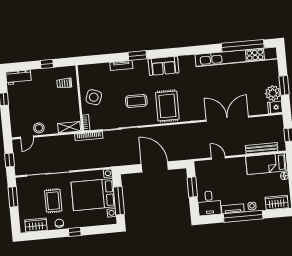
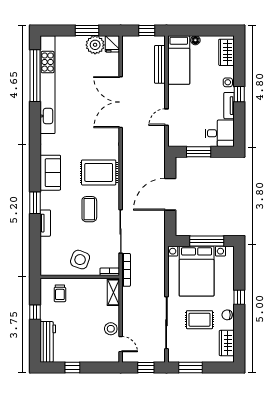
workbench: (19, 77) -> (48, 342), width x1.38
window: (243, 216) -> (239, 94), width x0.32

